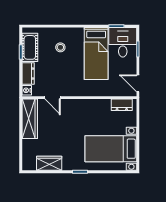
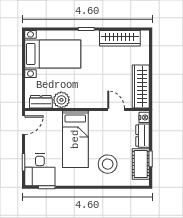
stool: (60, 47) -> (108, 164), width x1.89, depth x1.89
bed: (96, 53) -> (75, 139), moved, turned 180
door: (138, 83) -> (23, 125), hinge flipped
plant: (103, 106) -> (61, 100), added
wardrobe: (49, 163) -> (120, 38), width x1.50

